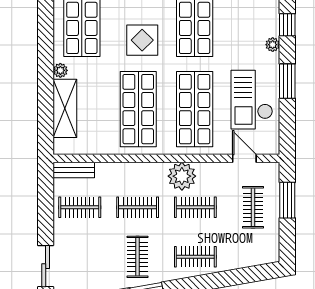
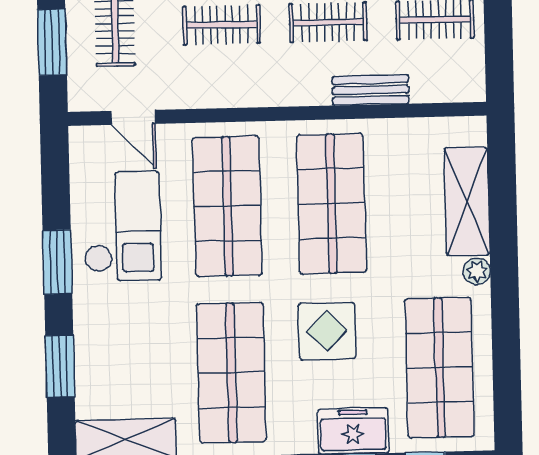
window: (287, 25) -> (60, 366), width x1.50
plant: (273, 45) -> (86, 329), removed
bench: (74, 170) -> (371, 90), moved
plant: (182, 176) -> (248, 82), removed

